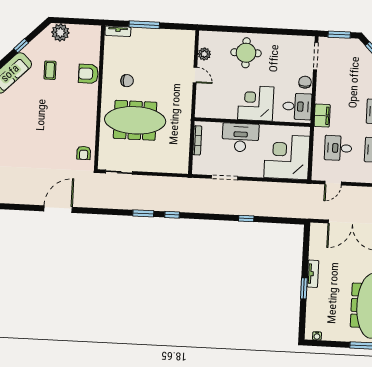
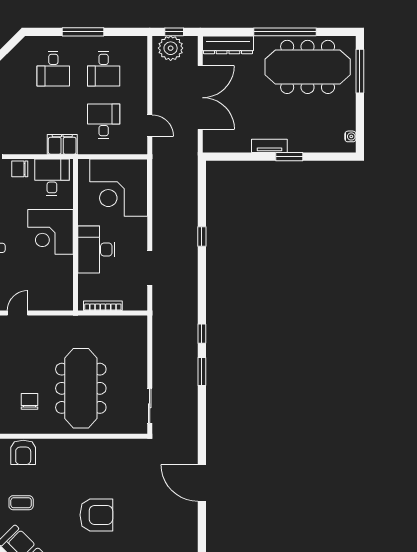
desk: (338, 148) -> (104, 121), turned 180
armchair: (84, 153) -> (96, 515), moved, width x1.88, depth x1.88

